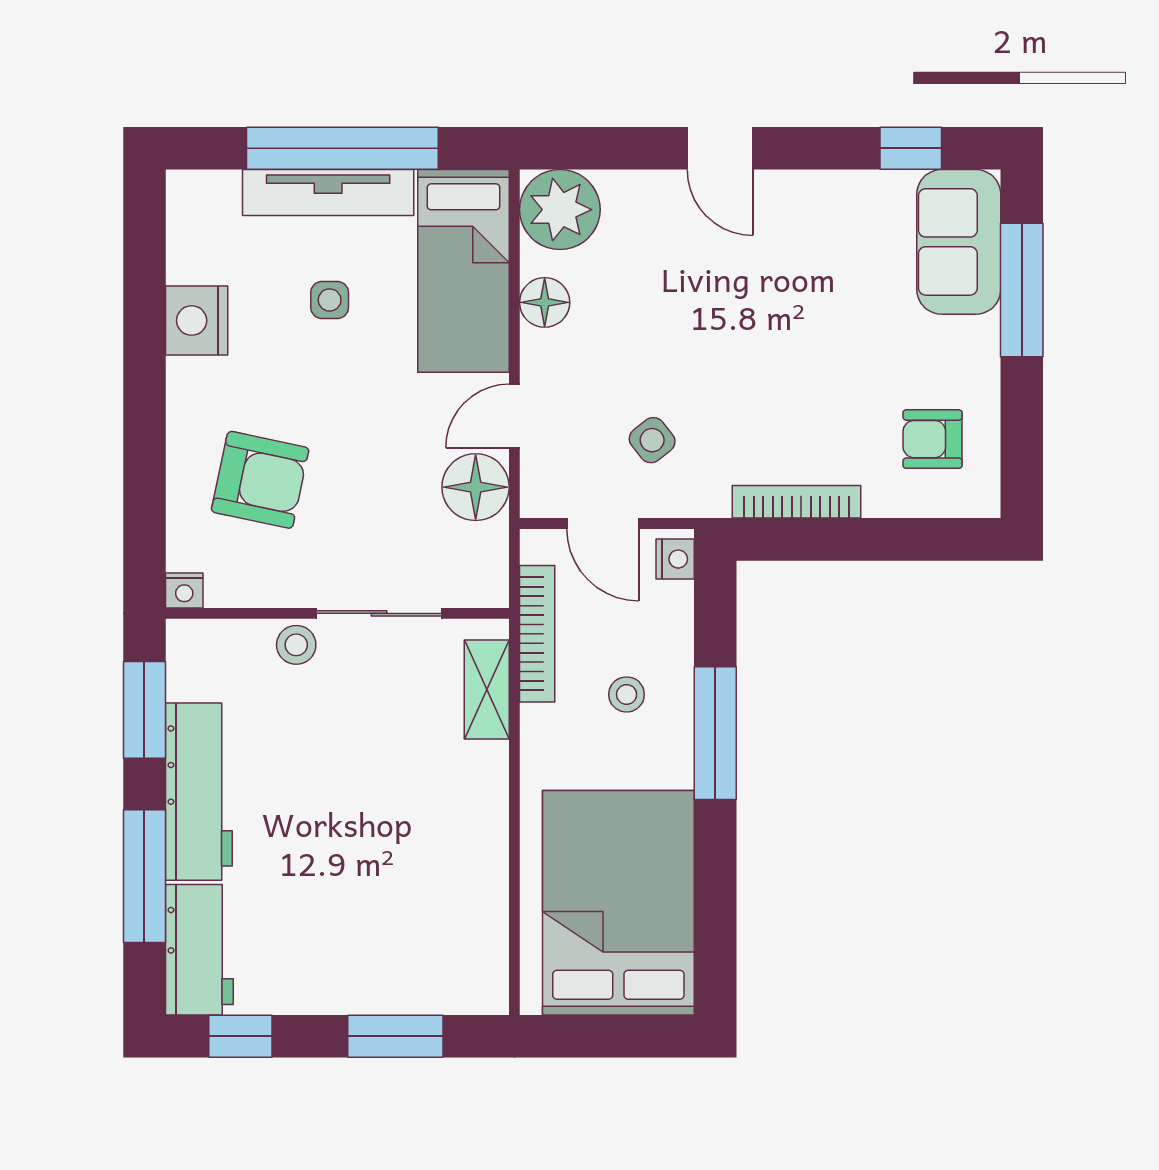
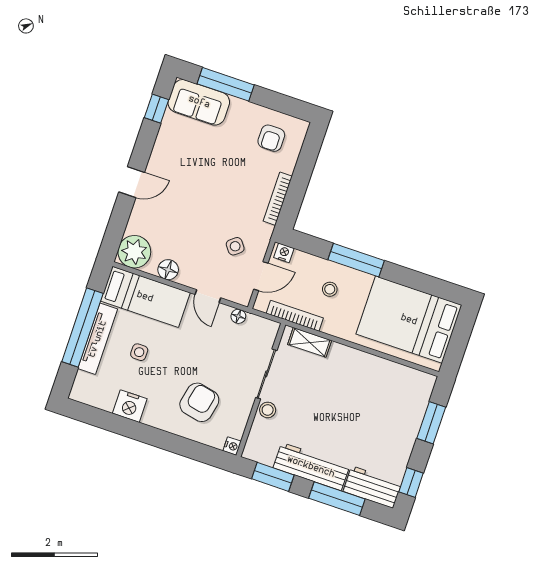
floor lamp: (476, 487) -> (238, 316), width x0.53, depth x0.53

